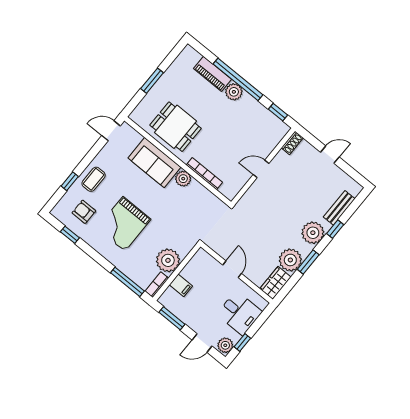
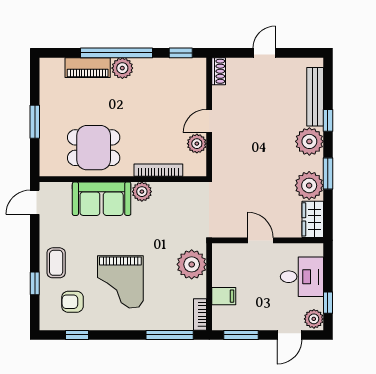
plant: (242, 177) -> (197, 144), added
bench: (339, 208) -> (315, 97), width x1.36
plant: (168, 260) -> (192, 264), moved

